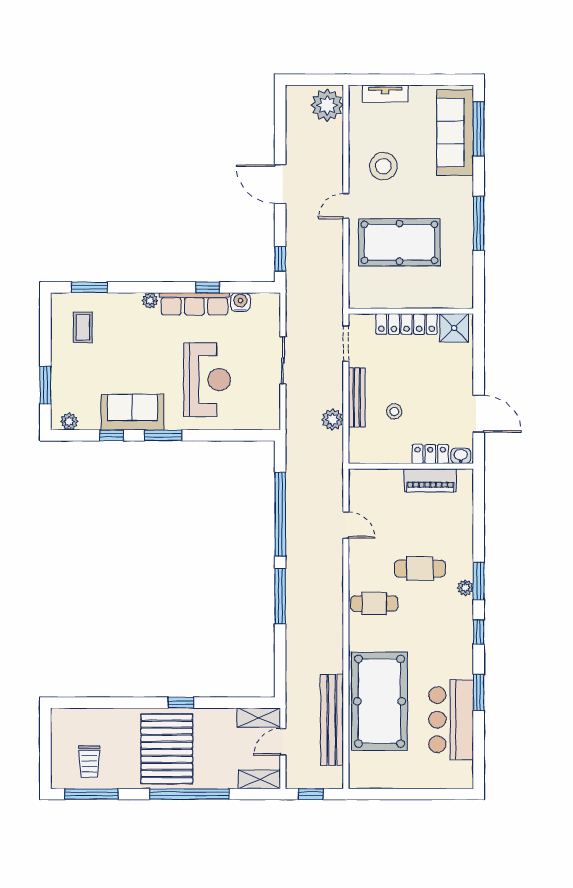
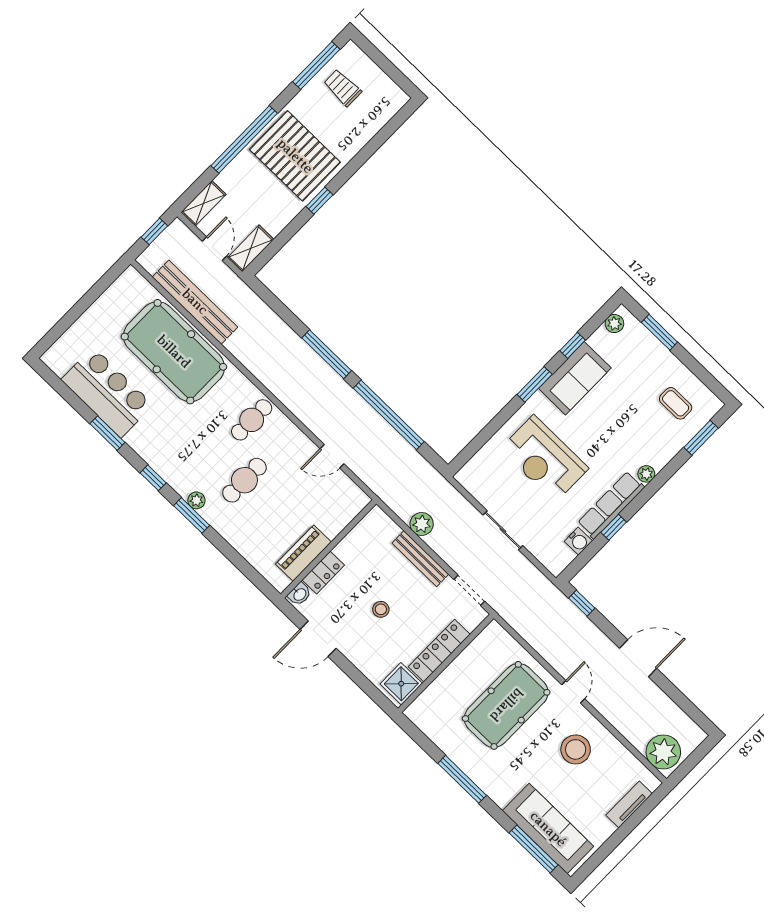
stool: (394, 411) -> (381, 609), moved

